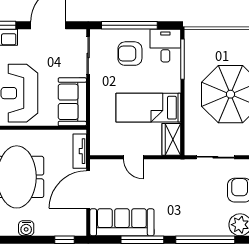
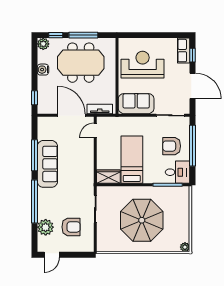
armchair: (130, 54) -> (172, 146), turned -90
door: (133, 157) -> (95, 130), moved
sofa: (122, 222) -> (47, 164), moved

